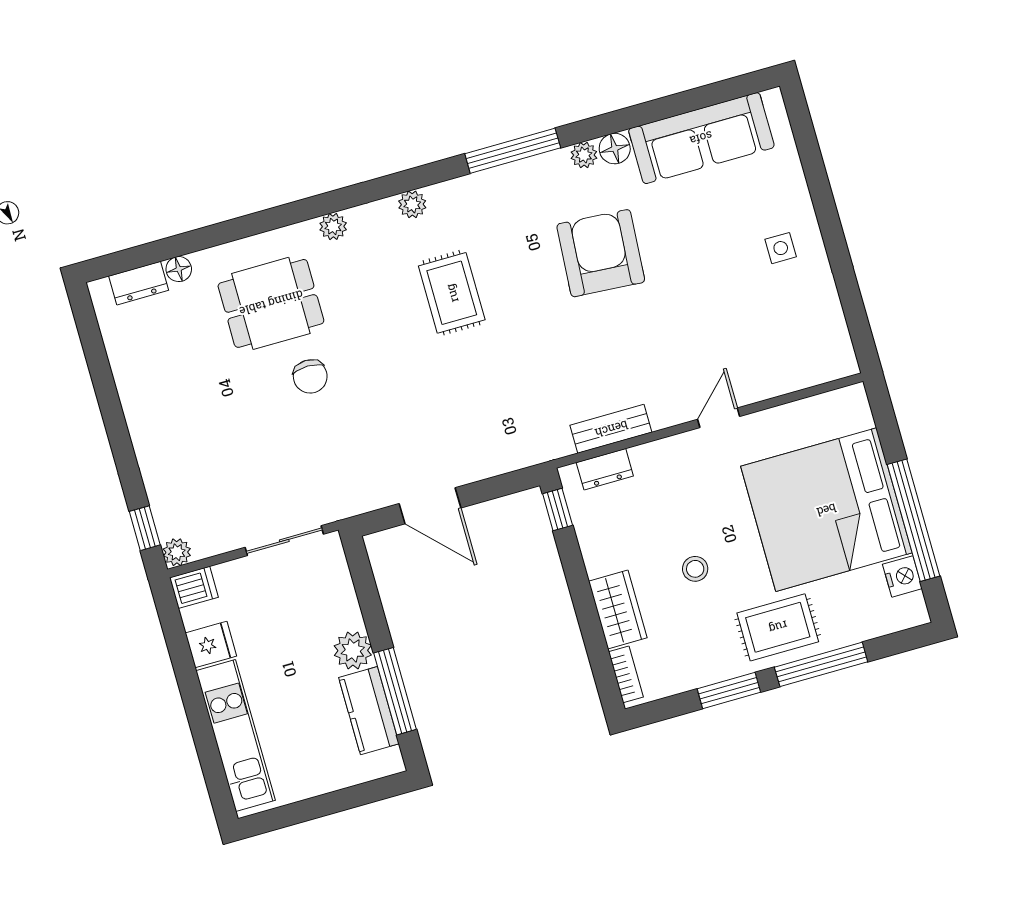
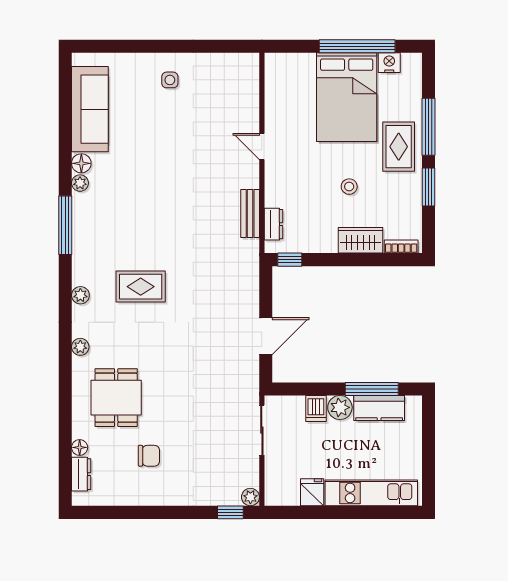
armchair: (601, 253) -> (142, 190), removed
chair: (310, 376) -> (149, 456), moved
bed: (826, 510) -> (347, 97), width x0.73
dishwasher: (194, 587) -> (316, 409), moved, turned 180

